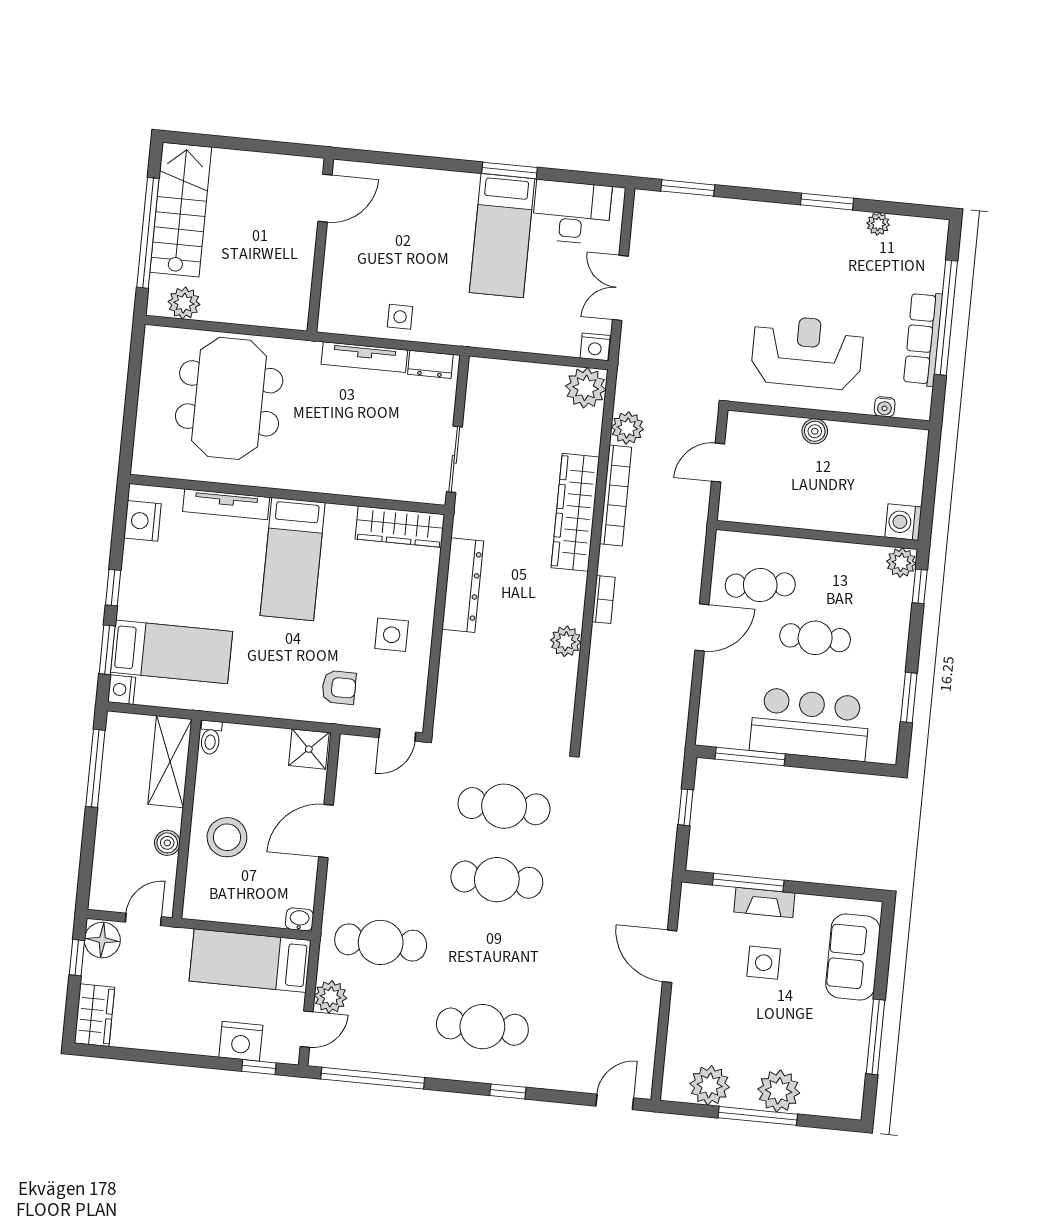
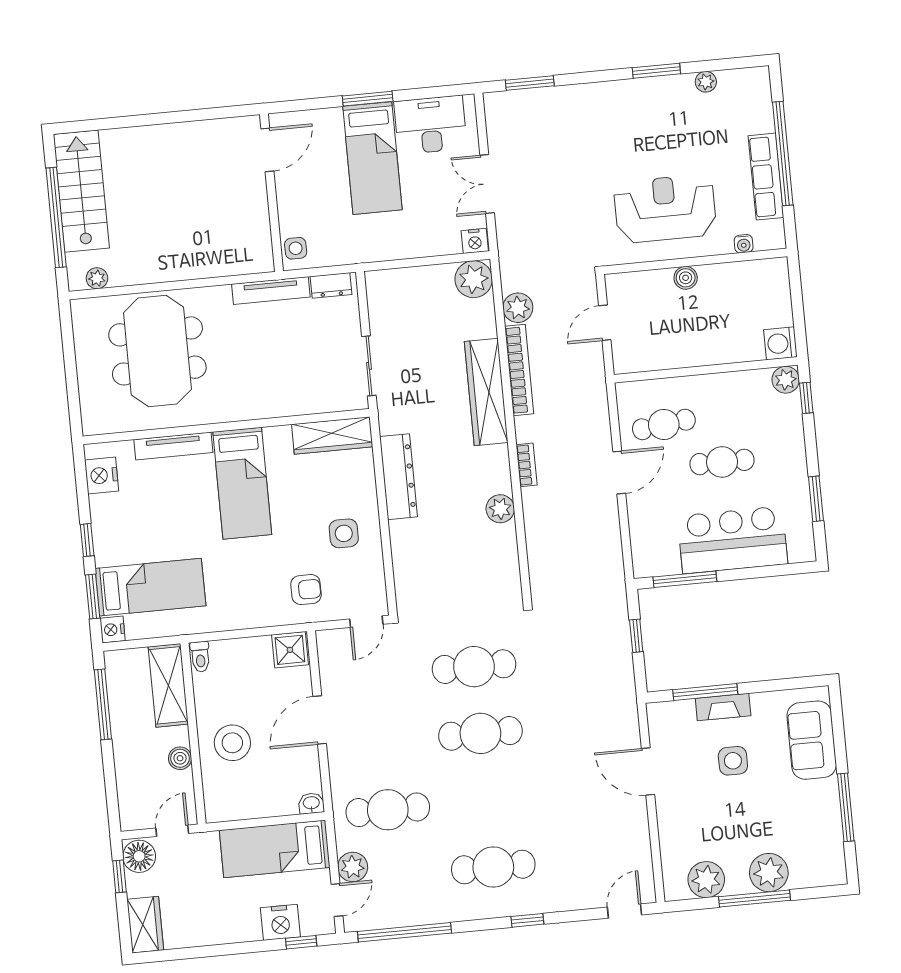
door: (325, 198) -> (267, 150), moved
wall: (320, 245) -> (271, 193), moved
plant: (184, 303) -> (97, 278), width x0.73, depth x0.73

